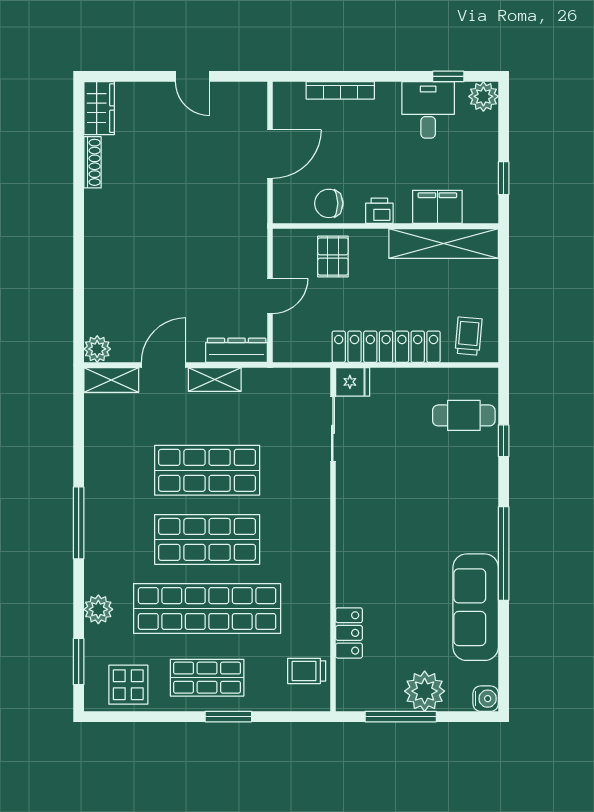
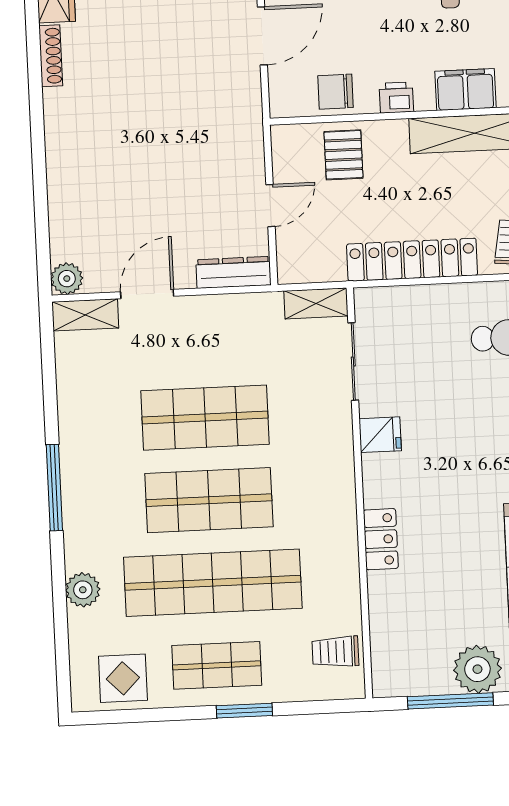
shelving: (215, 379) -> (316, 303), moved
fridge: (353, 382) -> (380, 435), moved
locker: (349, 633) -> (381, 539), moved
window: (79, 662) -> (62, 653), removed

